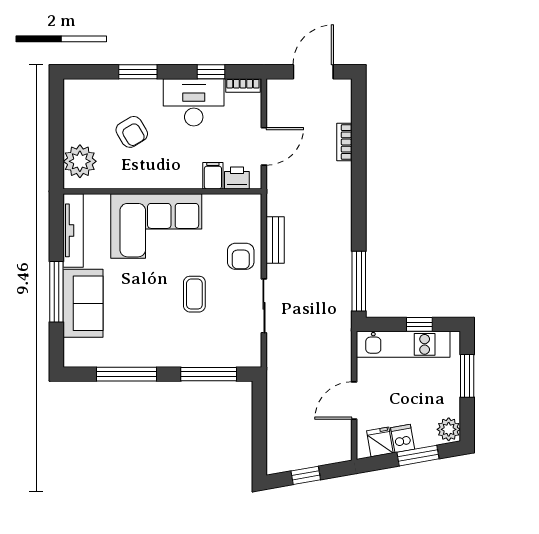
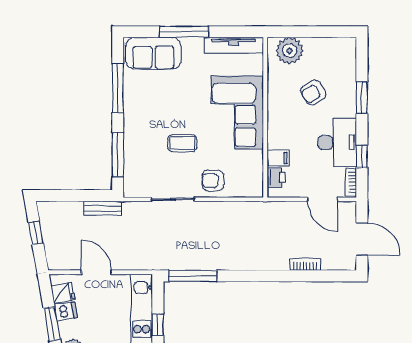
door: (264, 146) -> (323, 199), moved
bench: (275, 240) -> (103, 208), moved
sofa: (83, 303) -> (153, 53), moved

